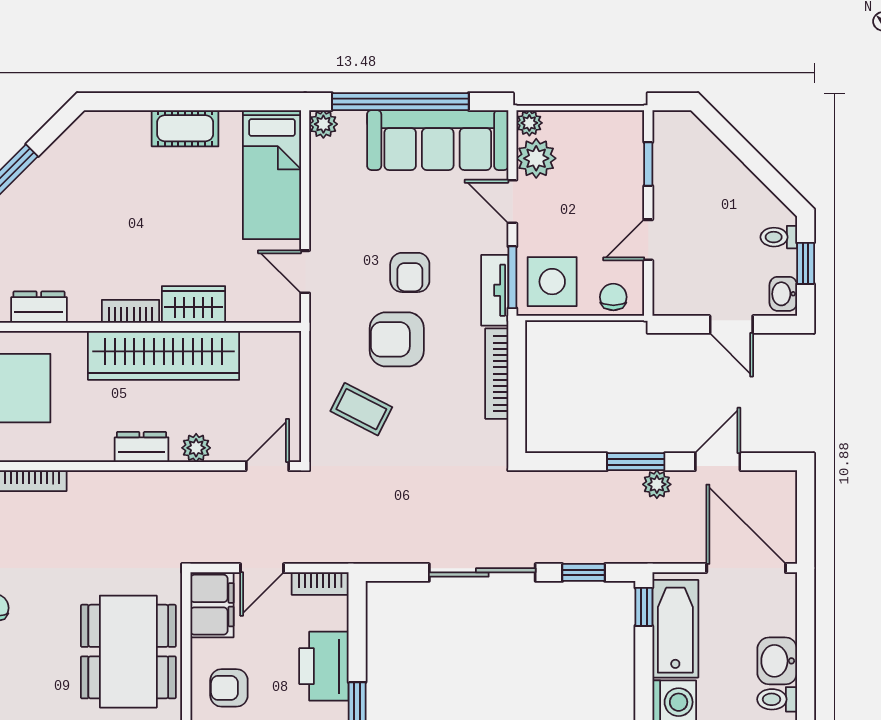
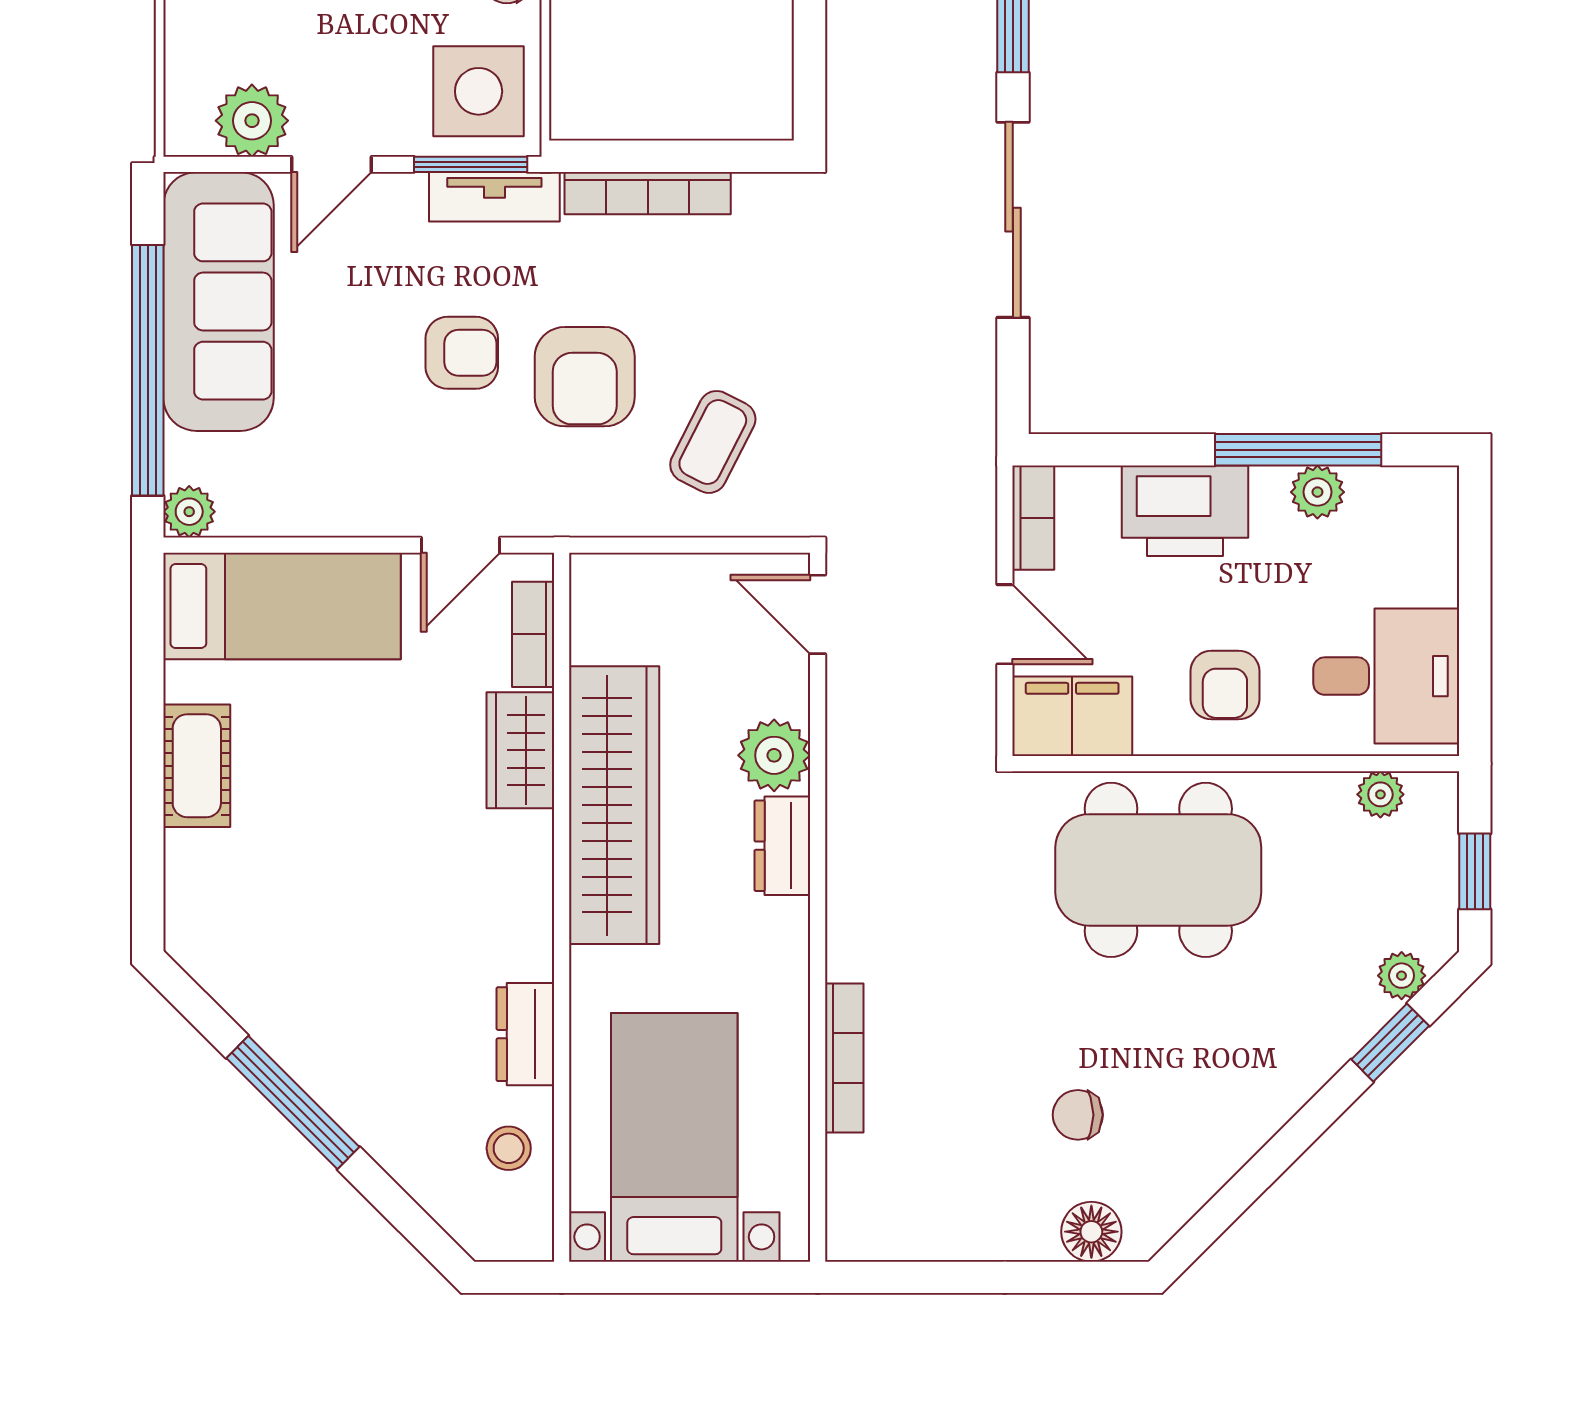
plant: (529, 123) -> (187, 133), removed
bookcase: (130, 311) -> (533, 634), moved
plant: (196, 448) -> (774, 755), width x1.38, depth x1.38

